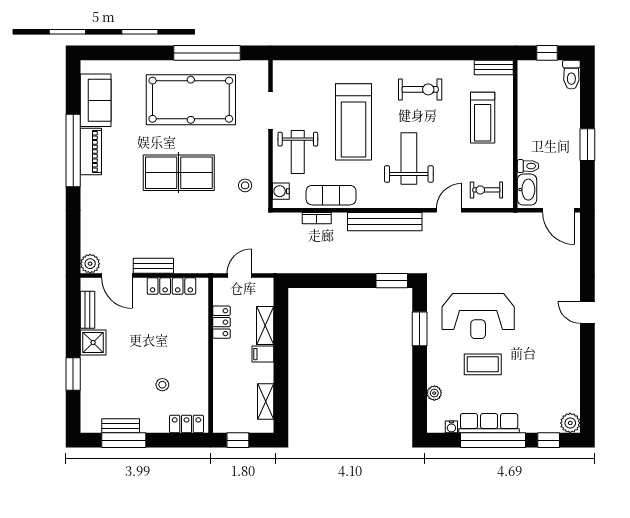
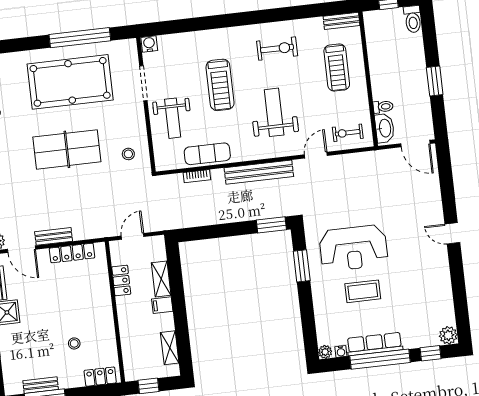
treadmill: (354, 122) -> (220, 85), width x0.73, depth x0.73
water cooler: (281, 191) -> (149, 44), moved, turned 90
plant: (434, 393) -> (325, 352), moved

